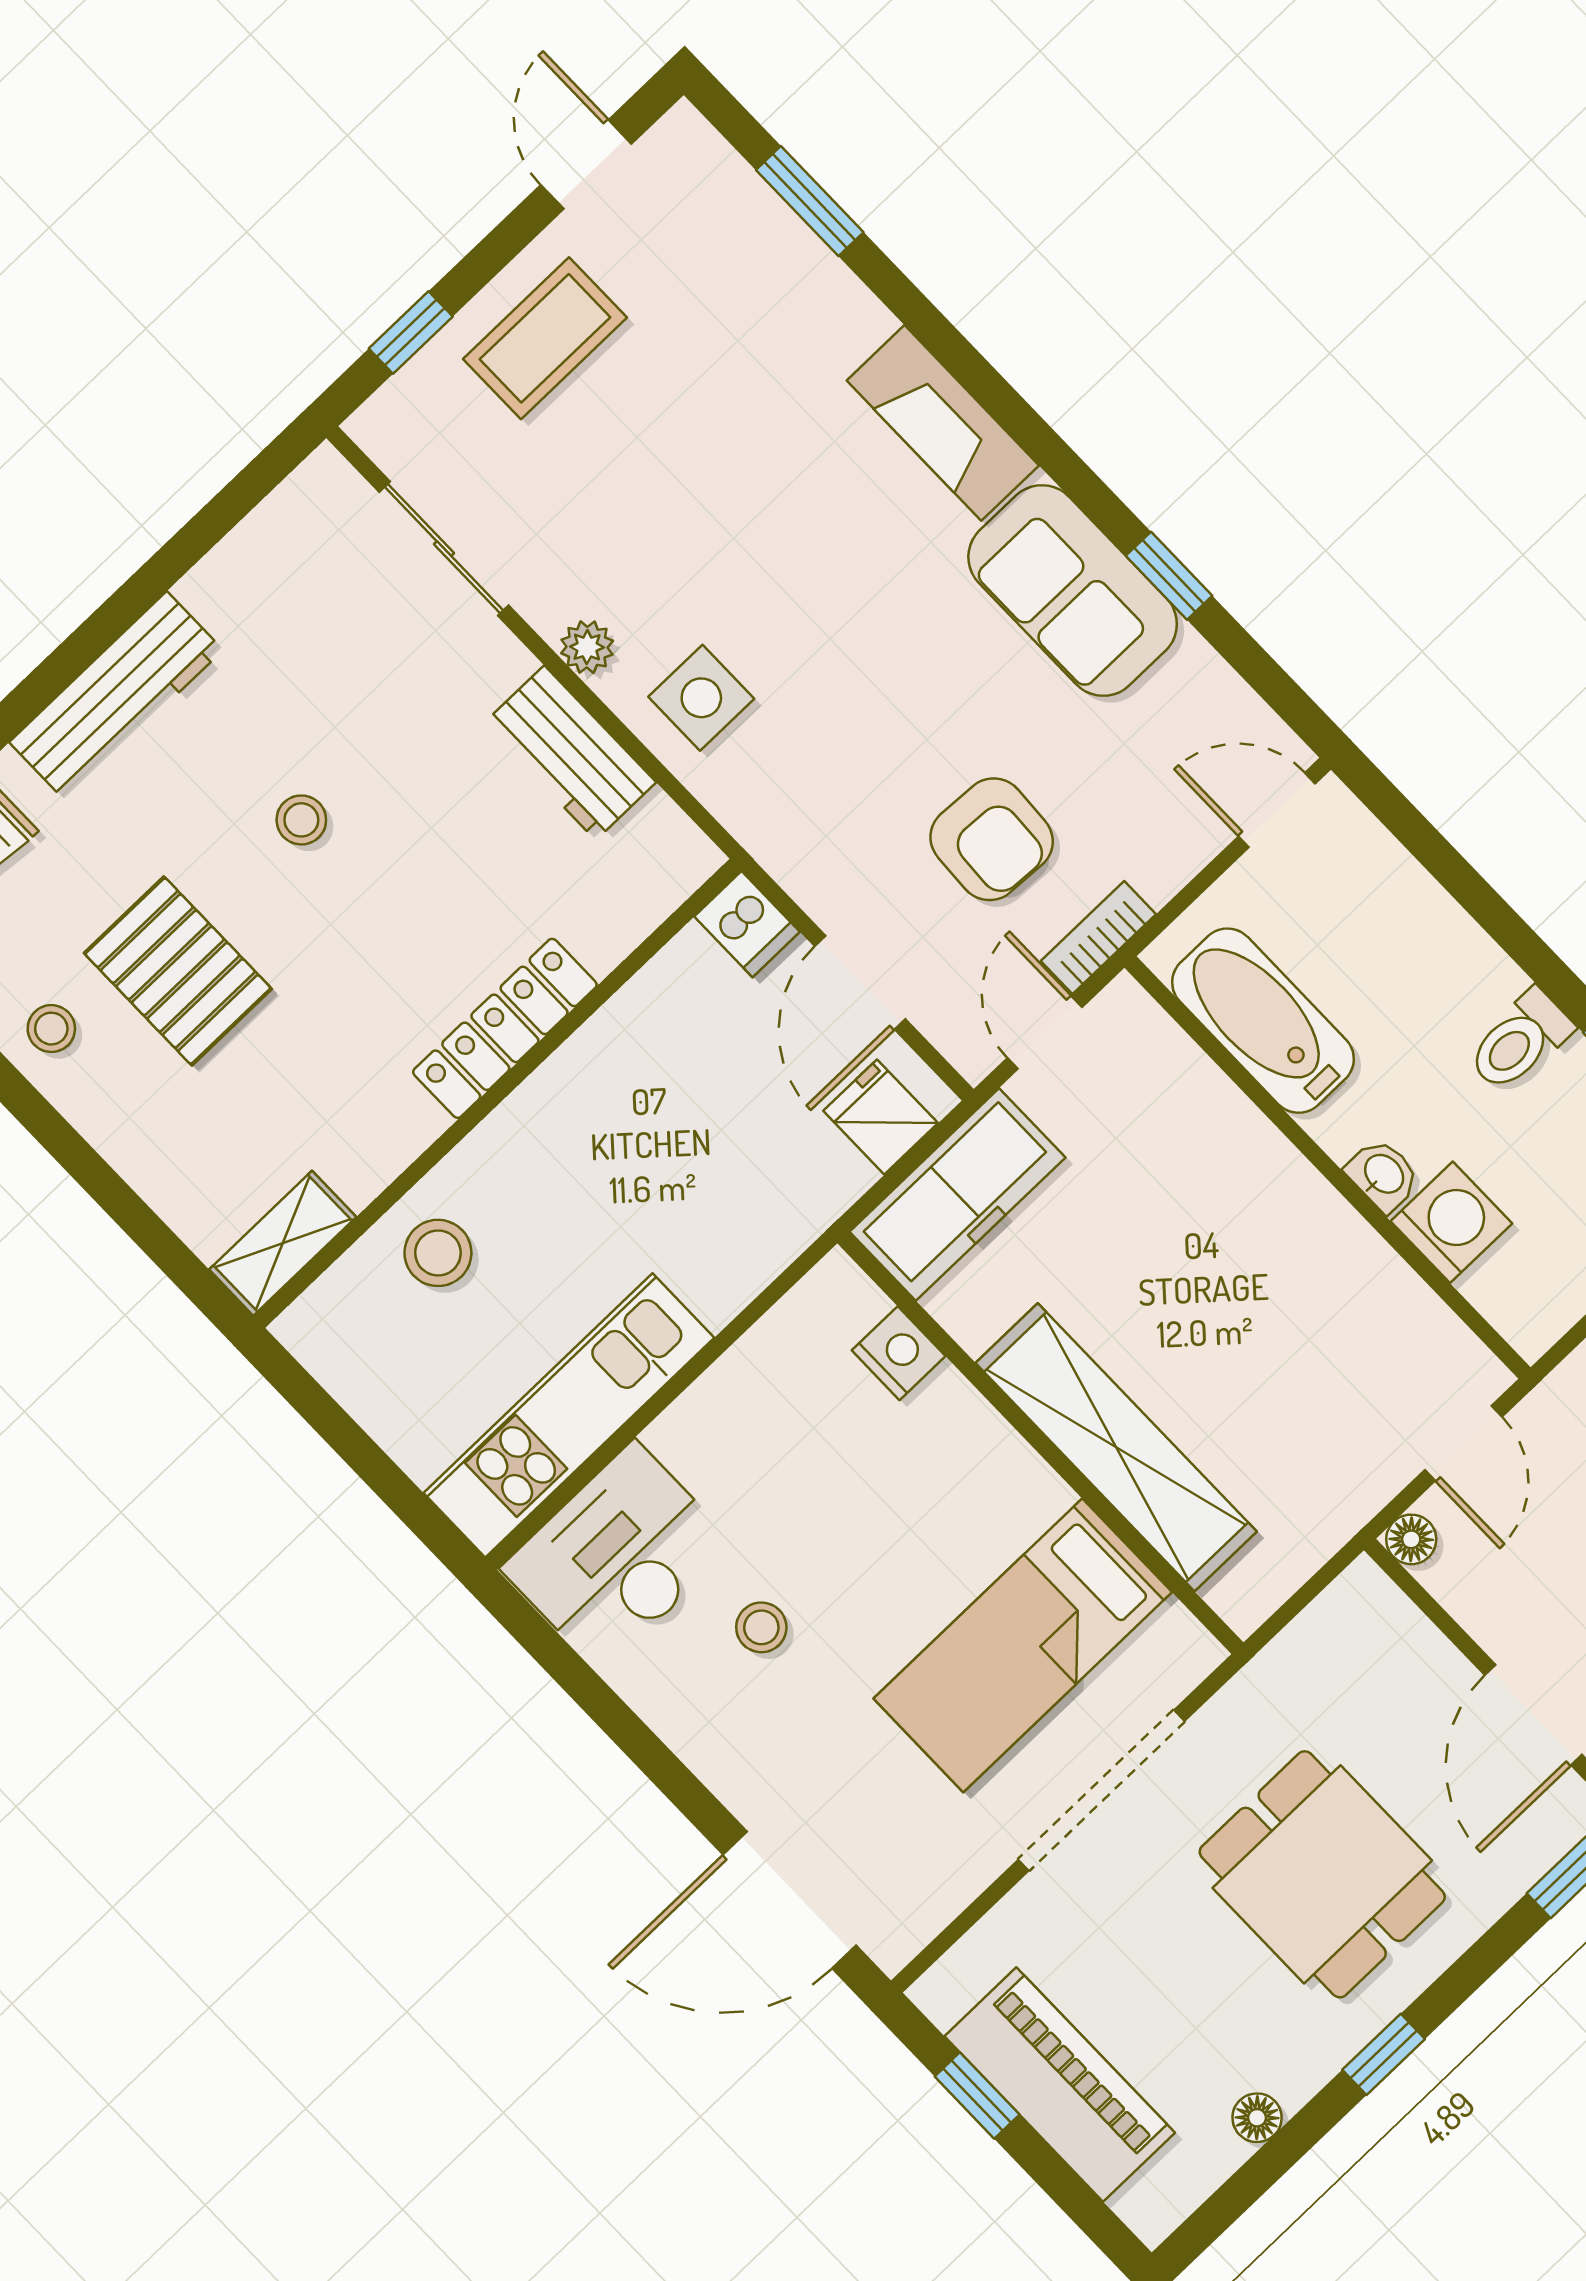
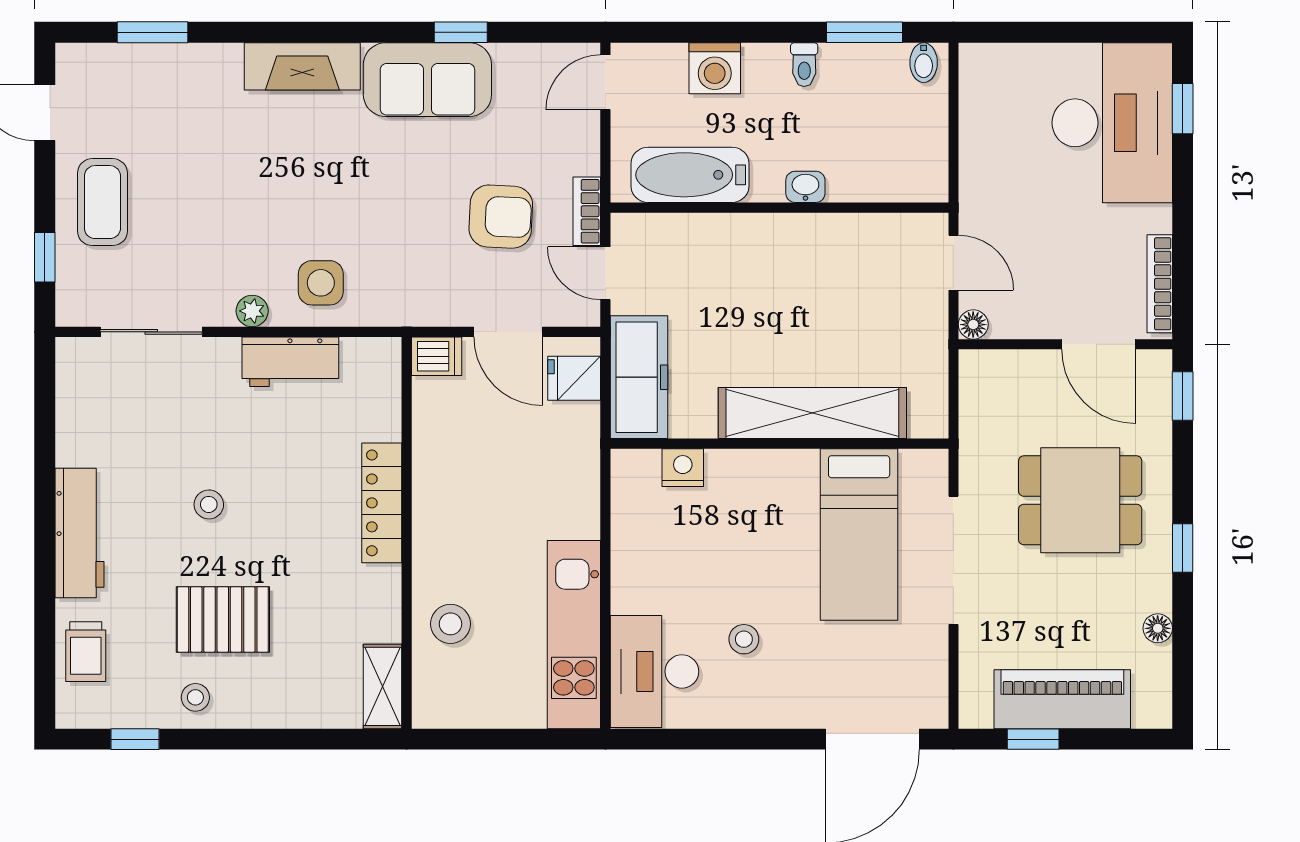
toilet: (1520, 1041) -> (804, 65), width x0.73, depth x0.72
washing machine: (1451, 1222) -> (715, 68), moved, turned 180

